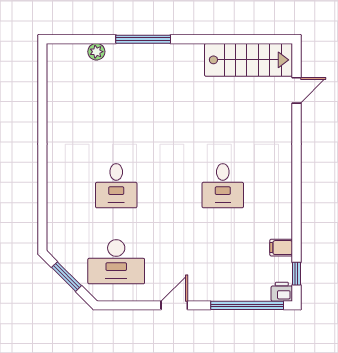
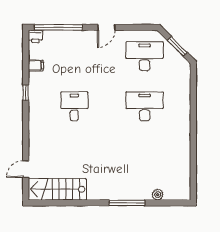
desk: (116, 186) -> (145, 106), width x1.37
window: (297, 274) -> (26, 93), moved

